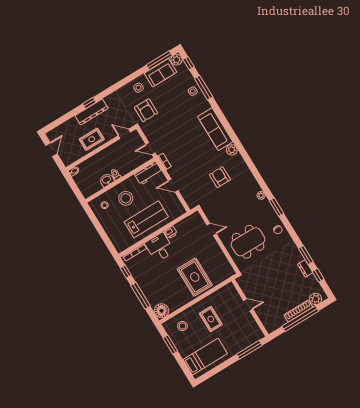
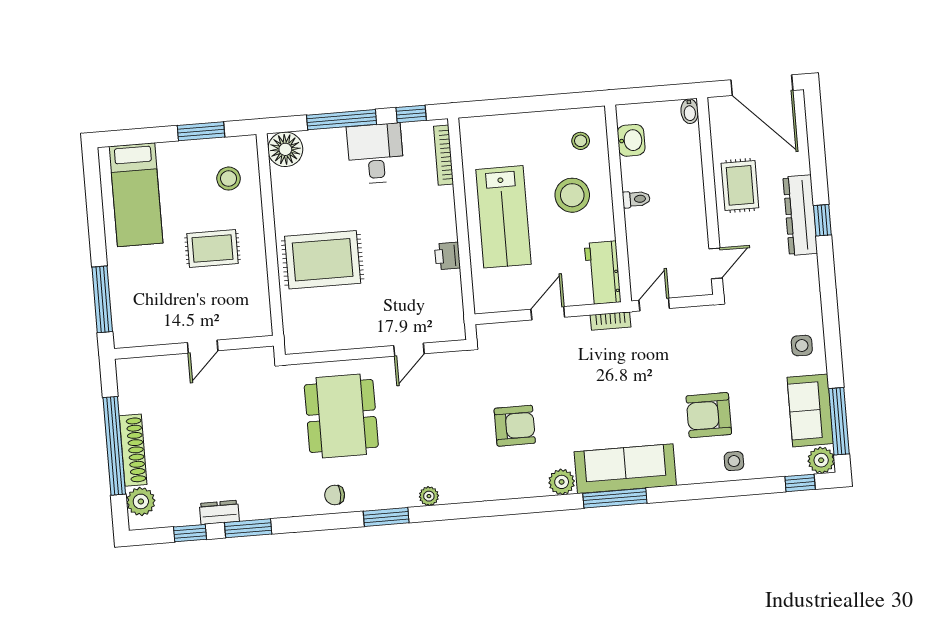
window: (204, 88) -> (615, 498), moved
armchair: (146, 110) -> (709, 415), moved
door: (51, 150) -> (762, 85), width x1.87
washbasin: (107, 180) -> (631, 140), moved
desk: (160, 247) -> (375, 154), moved, turned -90

